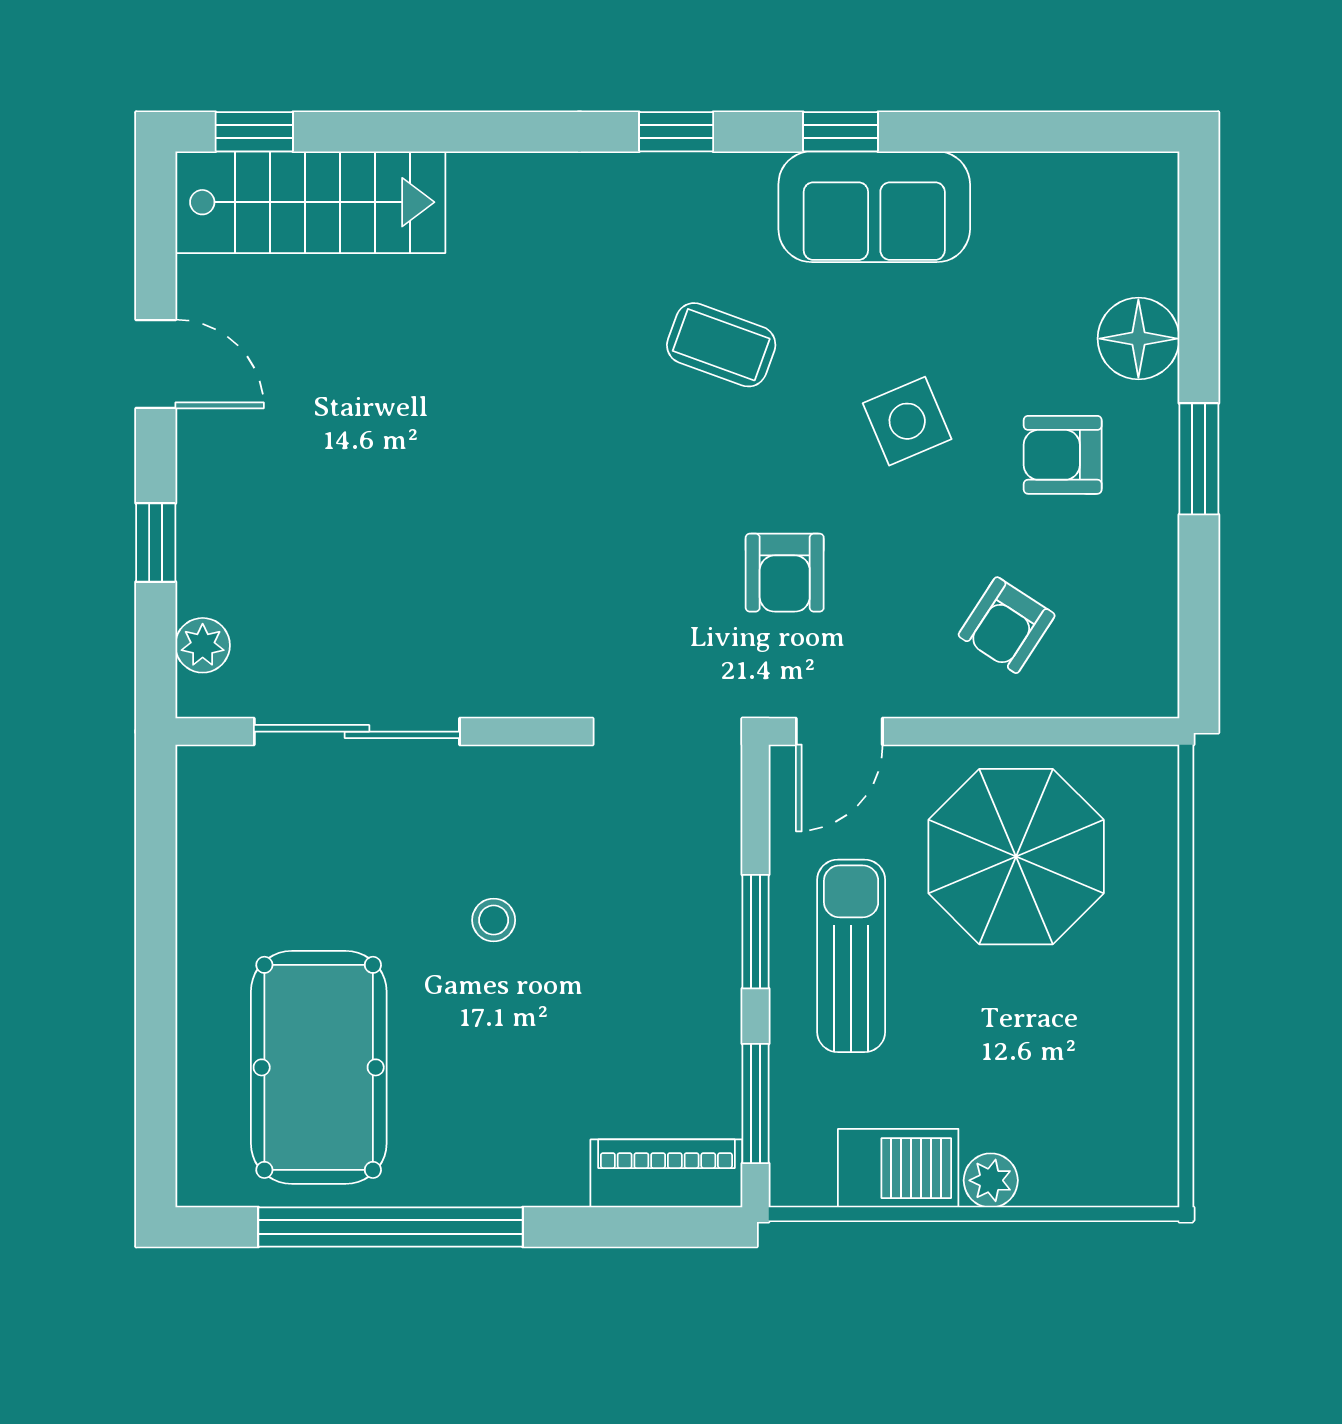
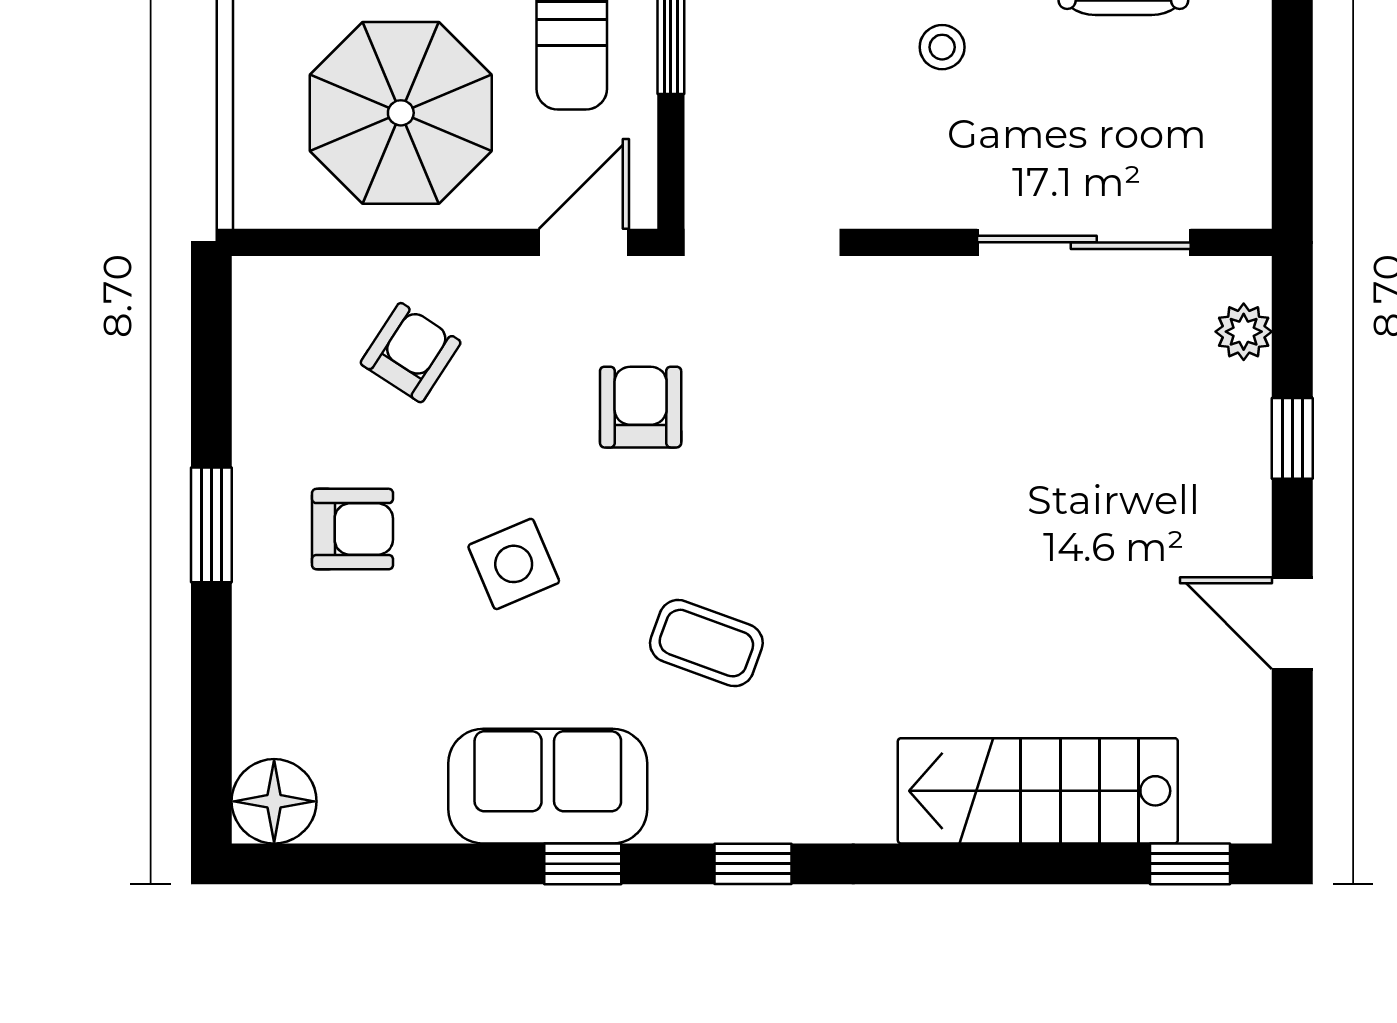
stairs: (310, 202) -> (1038, 791), moved
floor lamp: (1138, 339) -> (274, 801), moved

